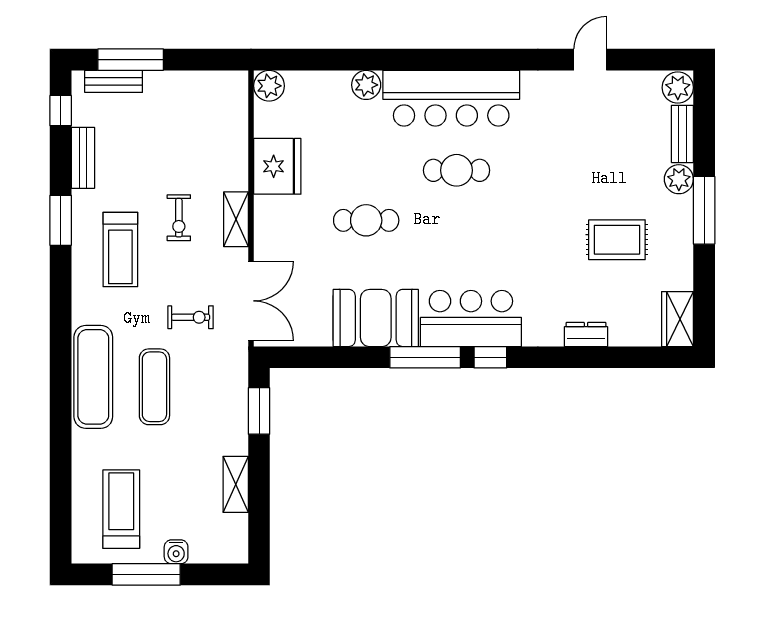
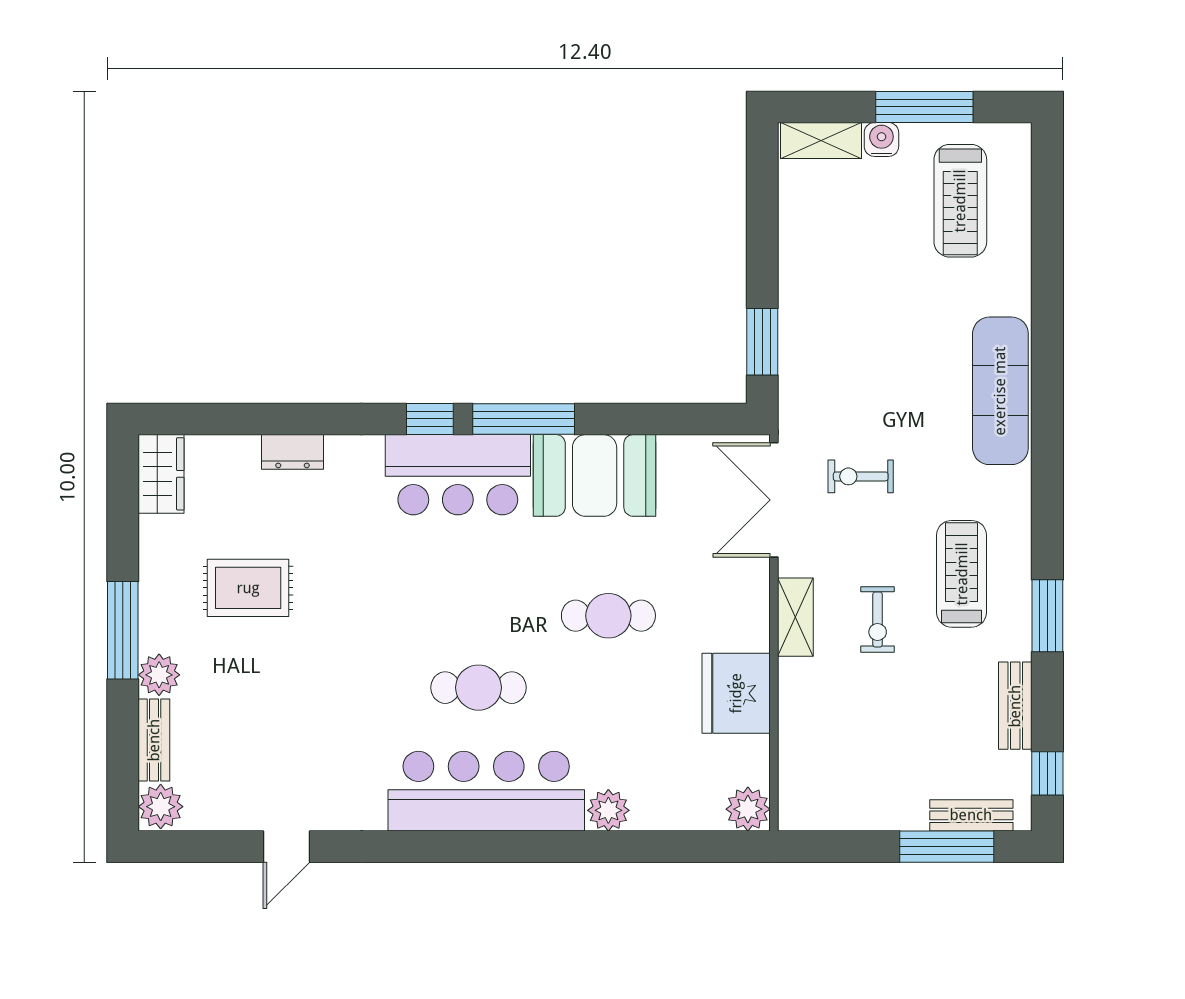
exercise bike: (179, 218) -> (878, 619), turned 180
exercise mat: (154, 387) -> (913, 377), removed
shelving: (236, 484) -> (821, 140), moved, turned 90

